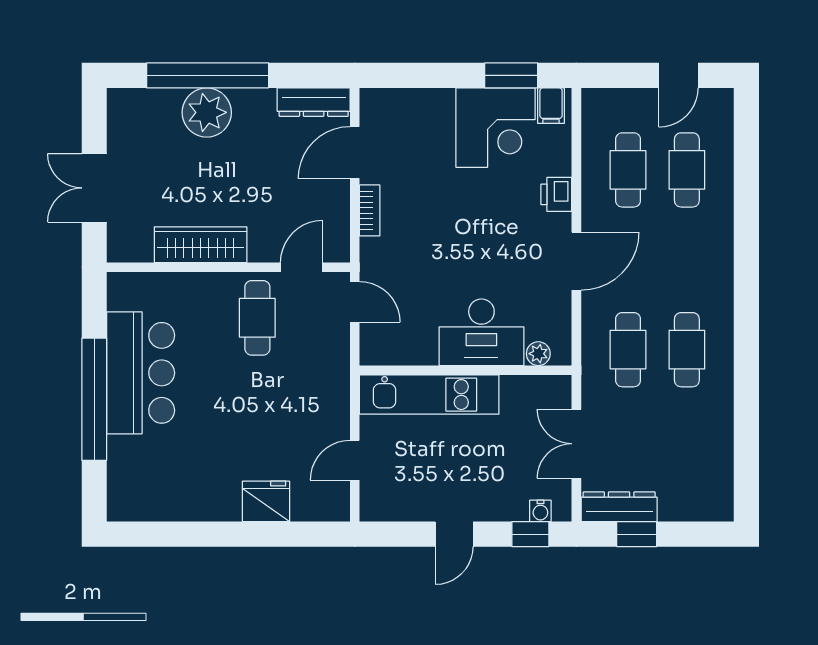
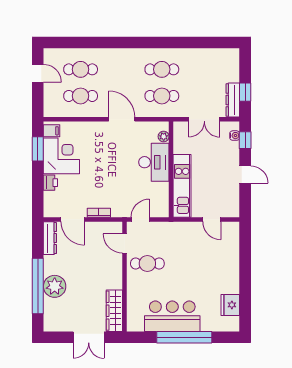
printer: (556, 194) -> (50, 183), moved, turned -90
wardrobe: (201, 245) -> (114, 311), moved
fridge: (266, 501) -> (230, 305), moved

